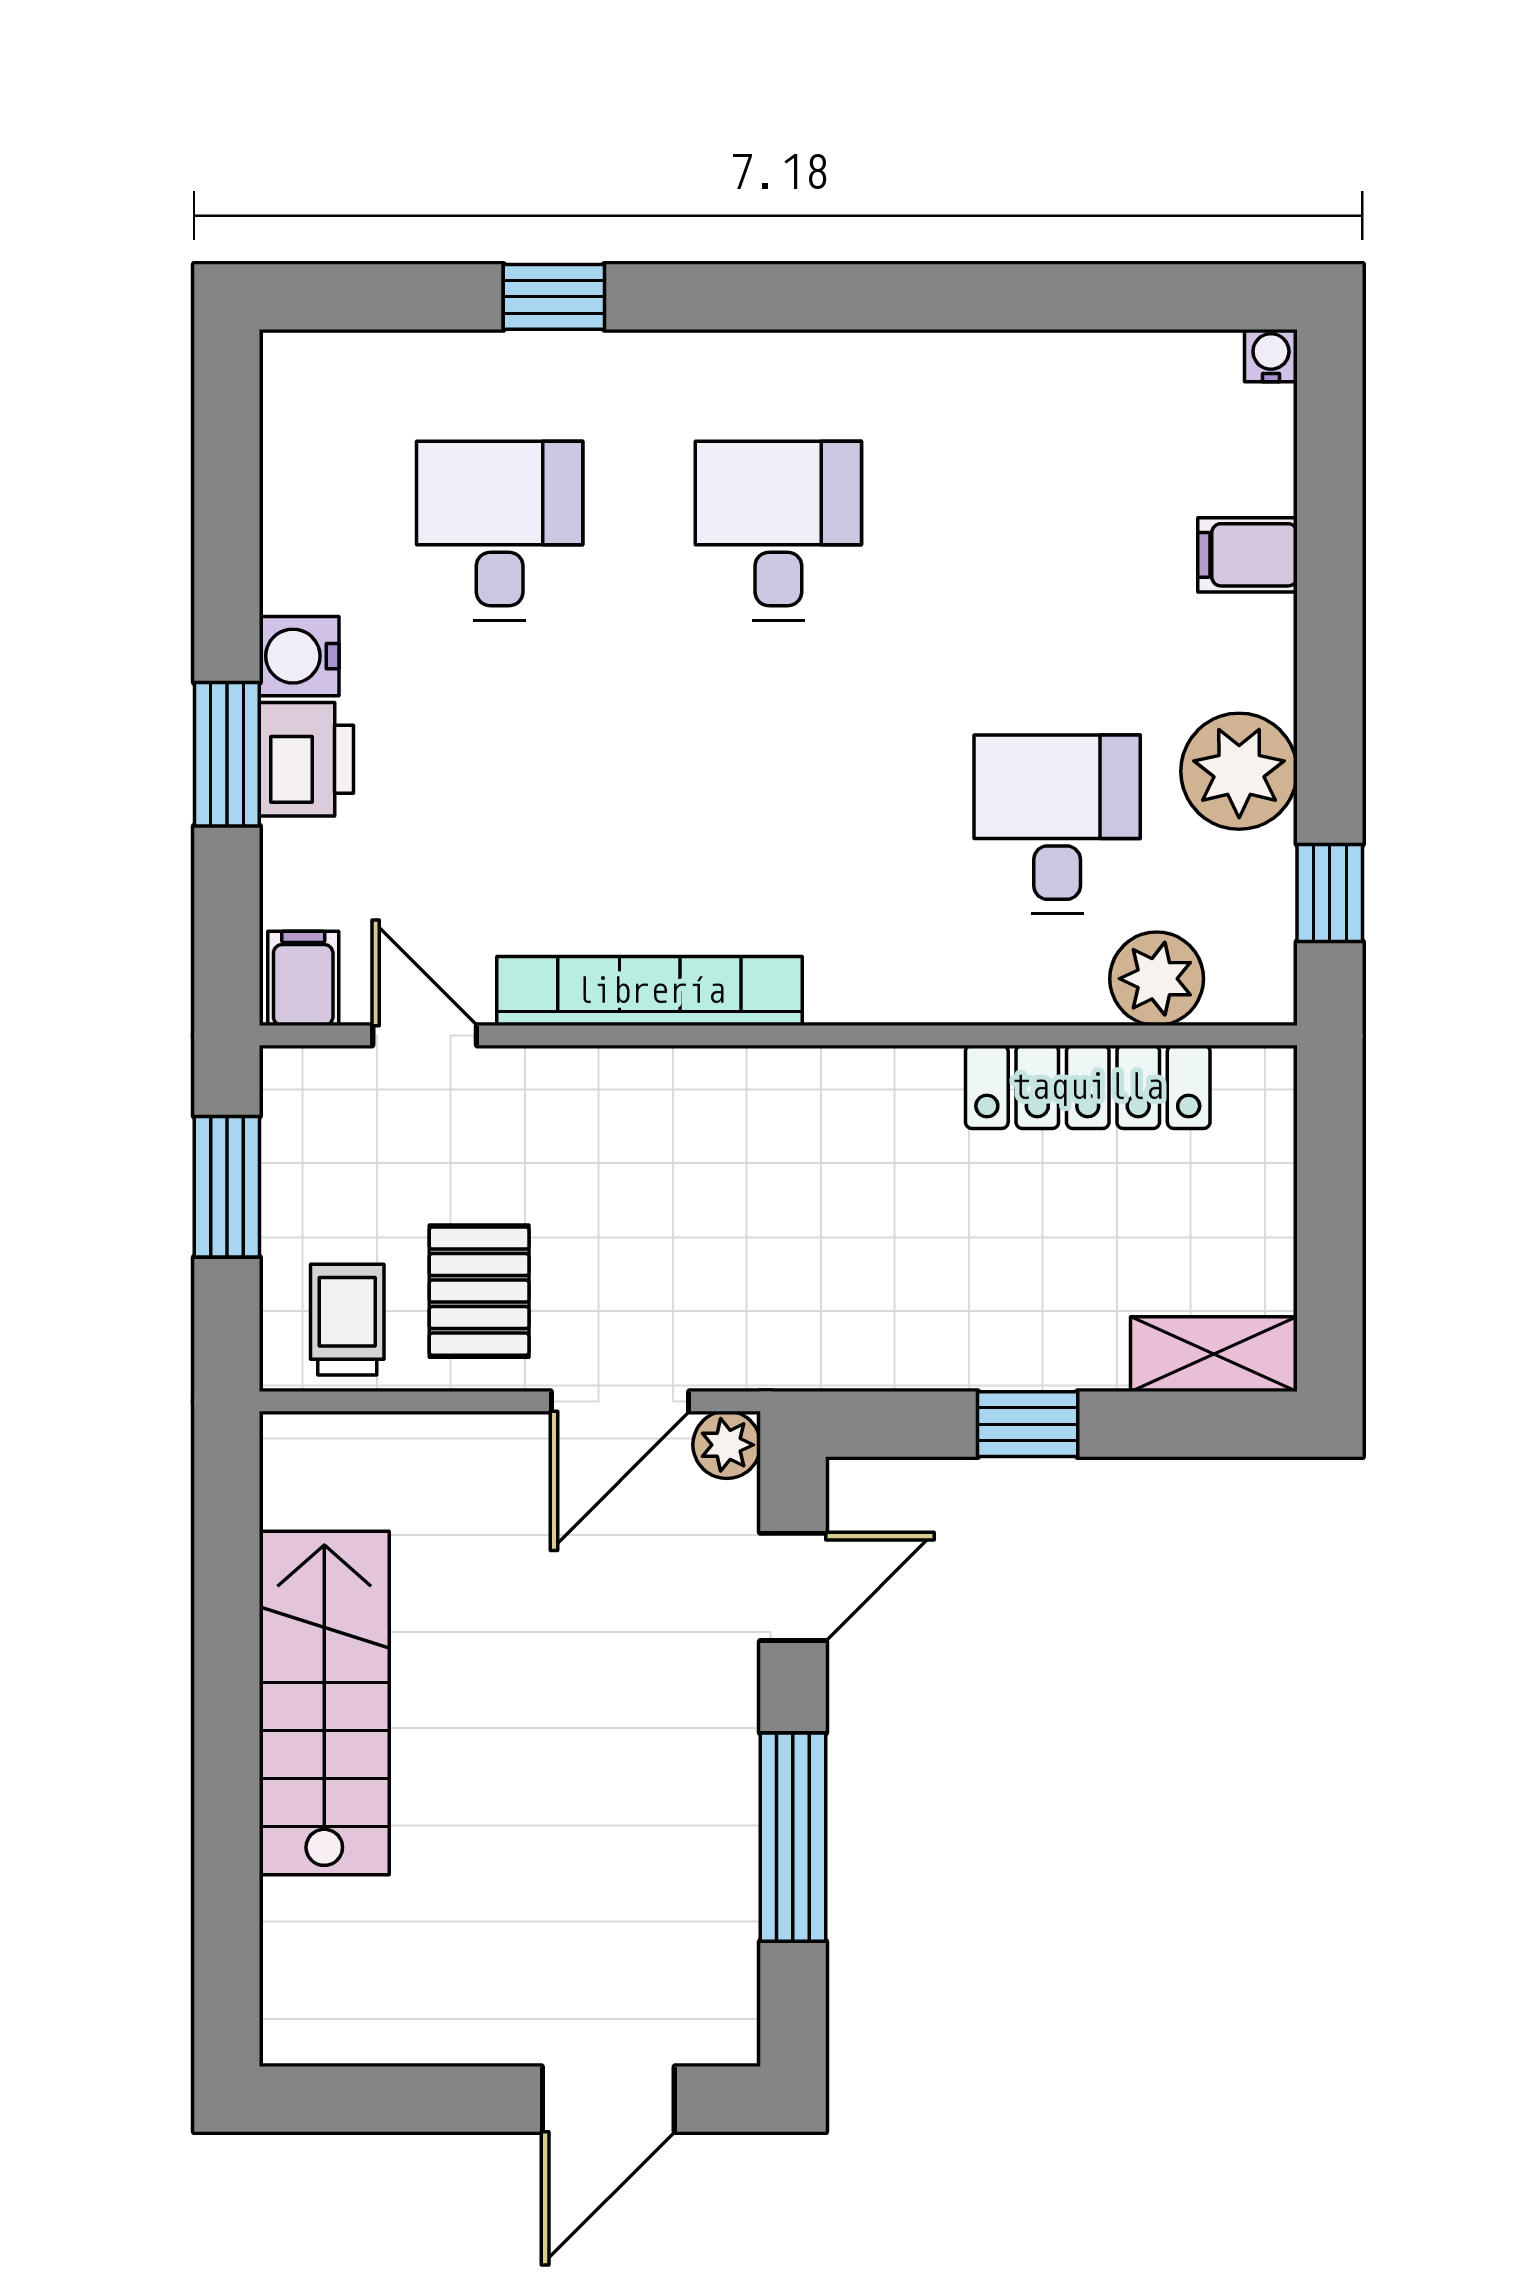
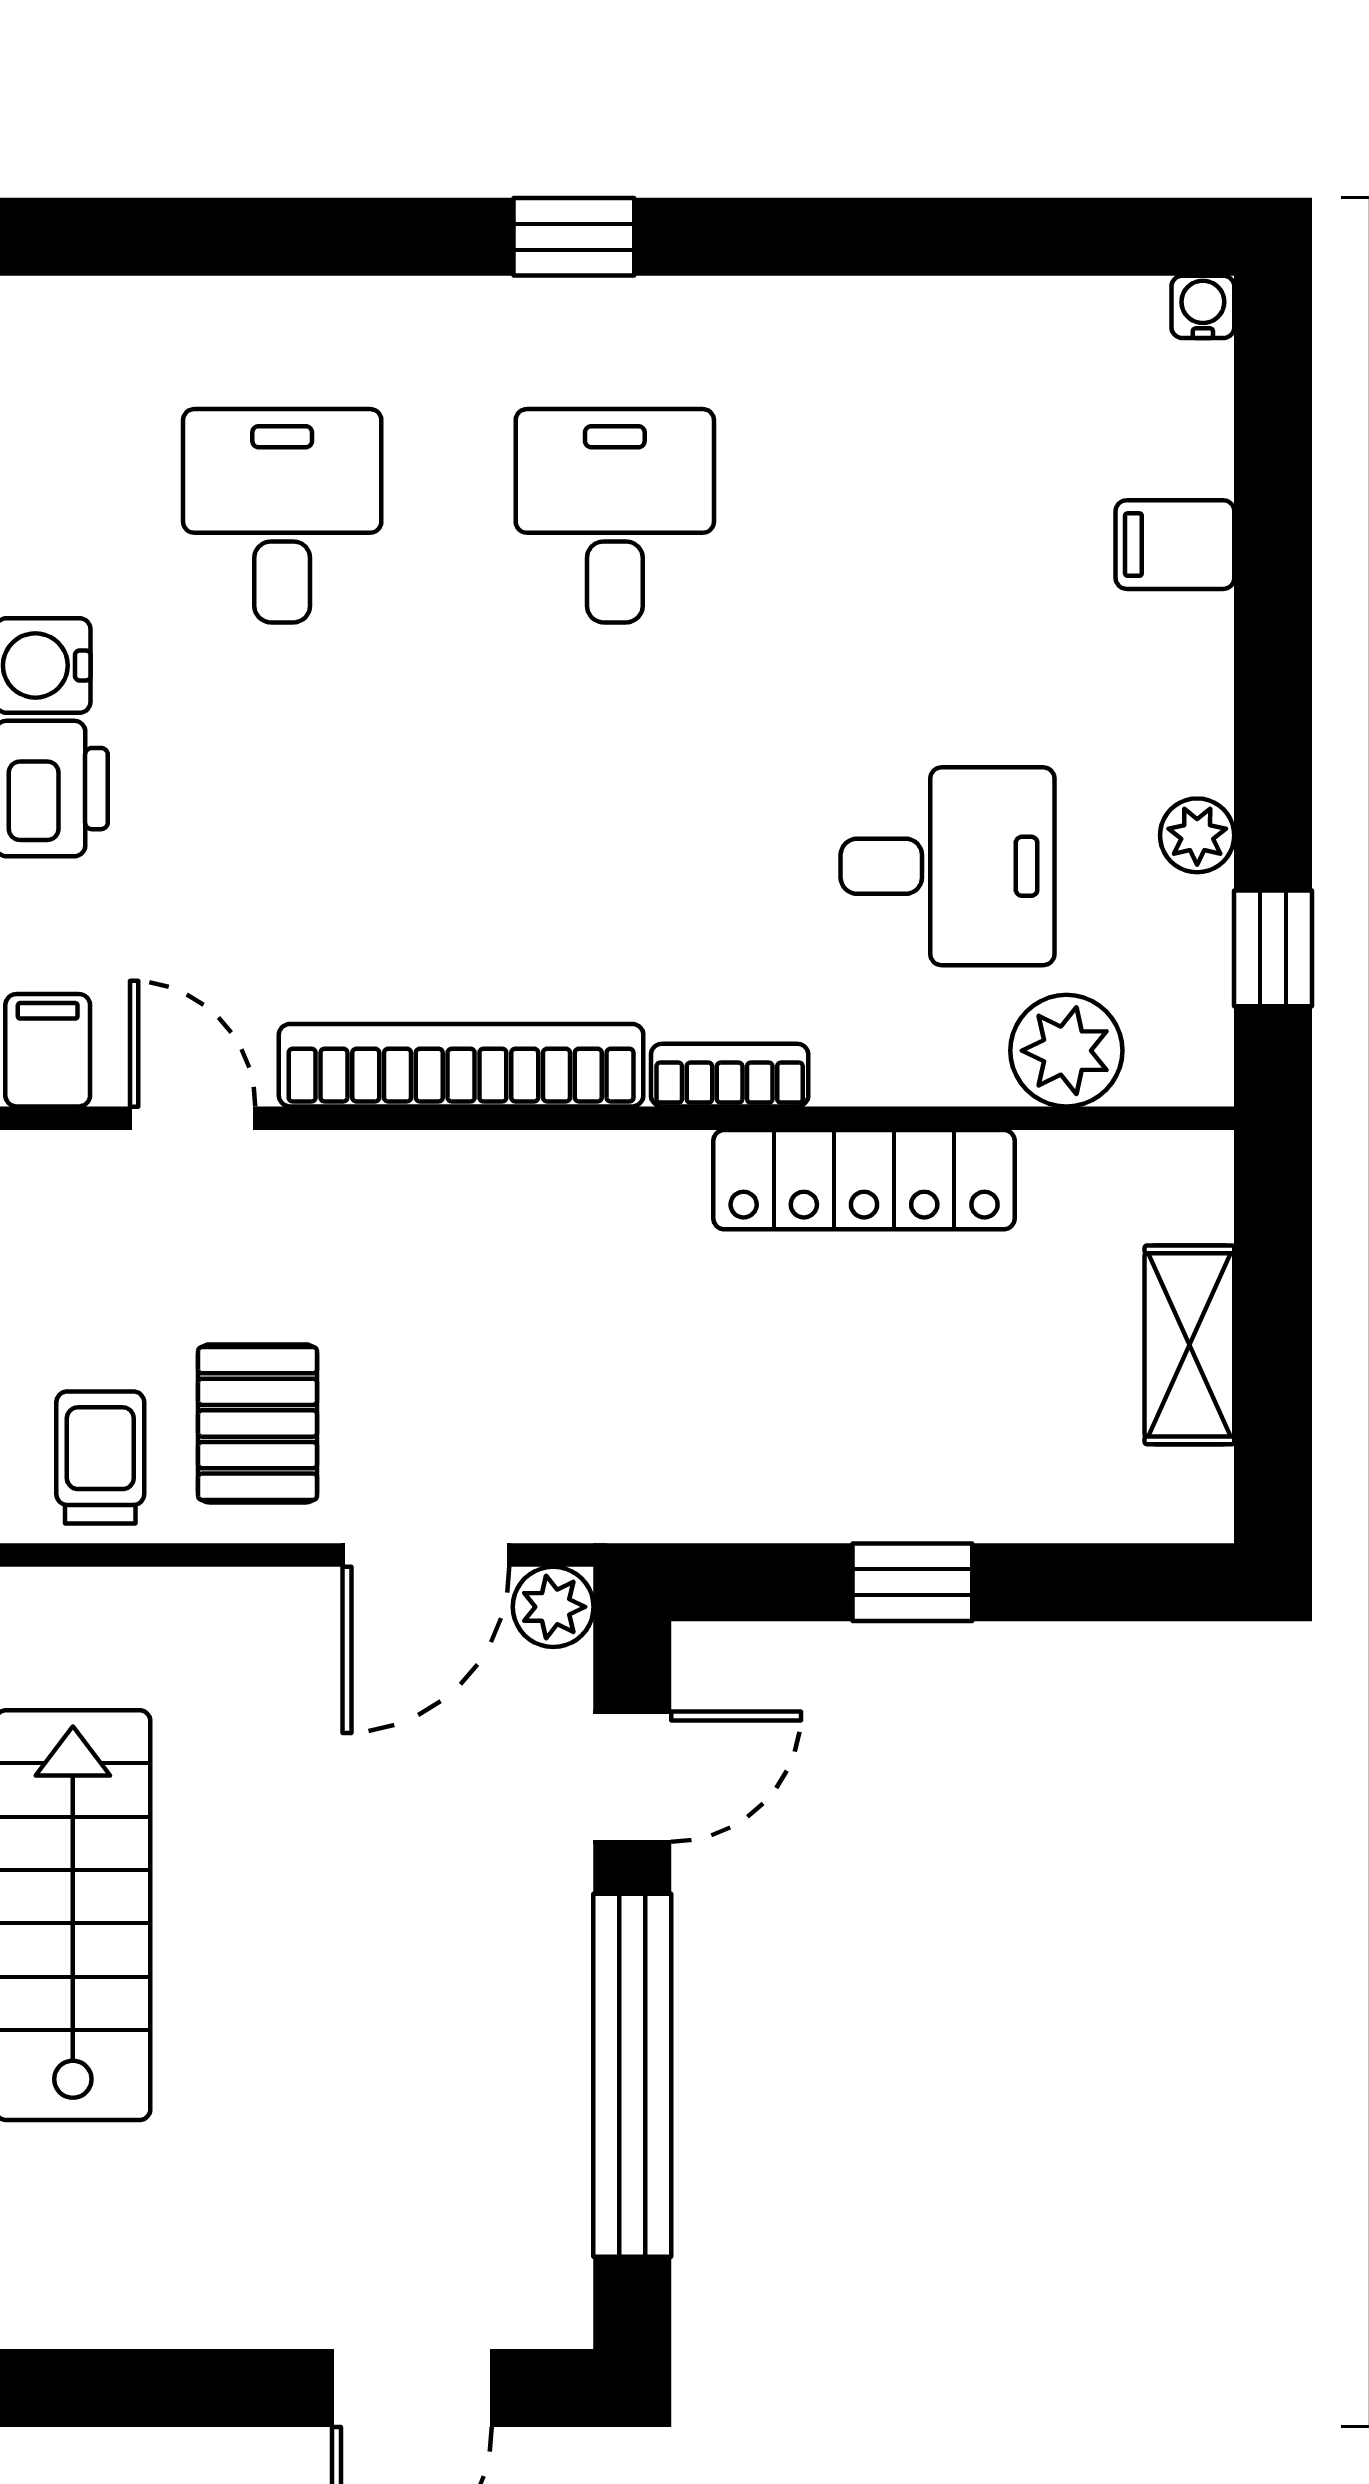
window: (554, 297) -> (574, 237), moved
plant: (1239, 771) -> (1197, 835), width x0.53, depth x0.53
desk: (1057, 824) -> (948, 866), turned 90
bookcase: (875, 999) -> (730, 1075), added
locker: (1088, 1087) -> (864, 1180), moved
shelving: (1214, 1354) -> (1189, 1345), moved, turned 90
window: (793, 1837) -> (632, 2075), width x1.46

